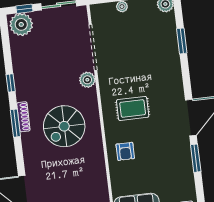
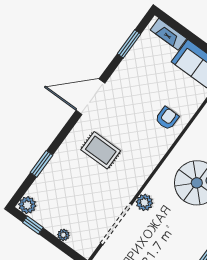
rug: (133, 108) -> (101, 150), moved
window: (196, 158) -> (129, 44), moved

